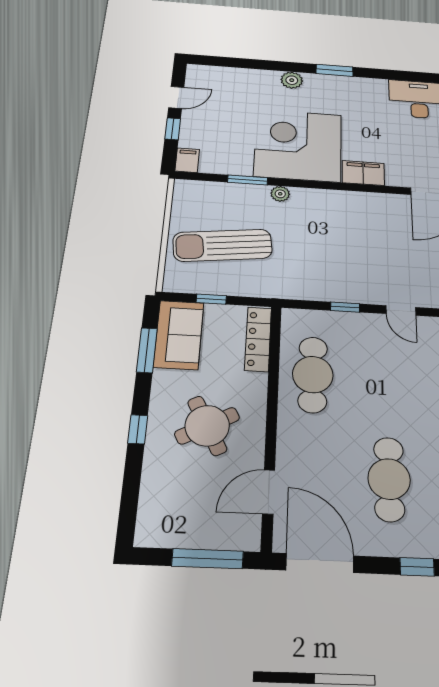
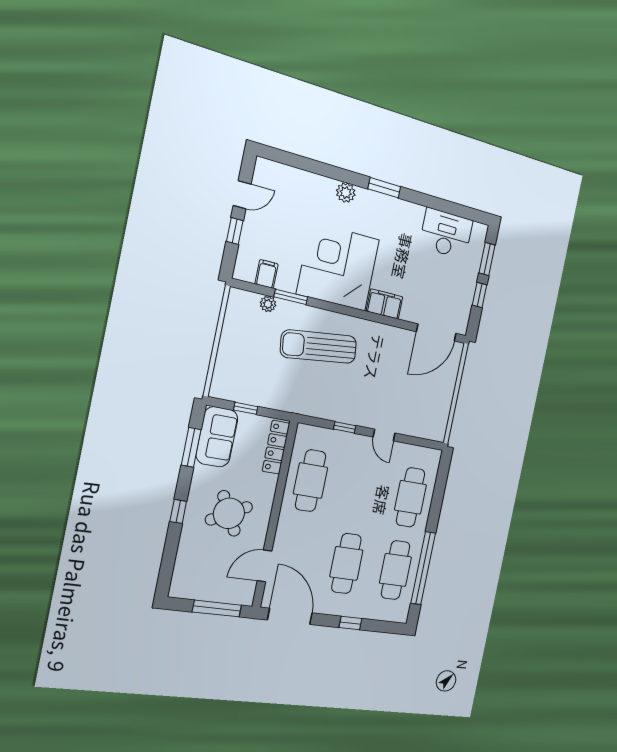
filing cabinet: (187, 160) -> (267, 274), moved
plant: (280, 194) -> (268, 304), moved
sun lounger: (223, 245) -> (319, 347), moved

